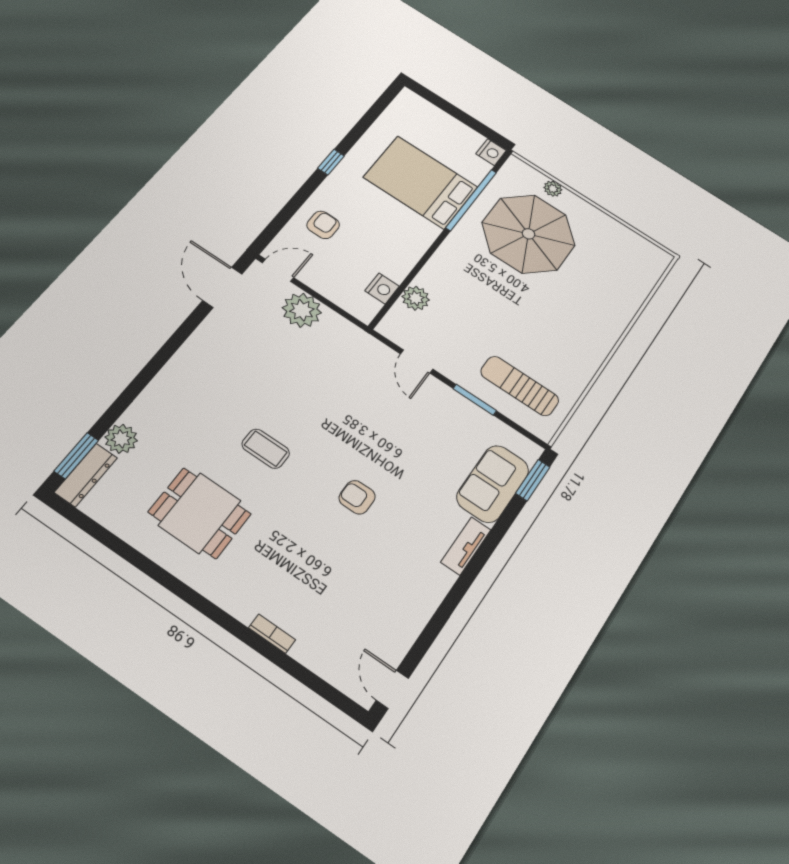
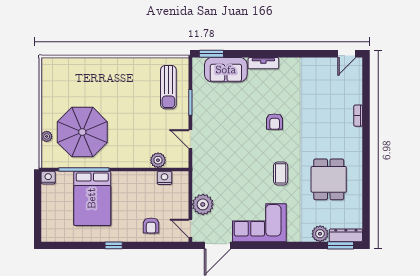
armchair: (323, 225) -> (151, 226), turned -90
door: (417, 361) -> (190, 139), swing flipped
corner sofa: (211, 366) -> (259, 223), added

